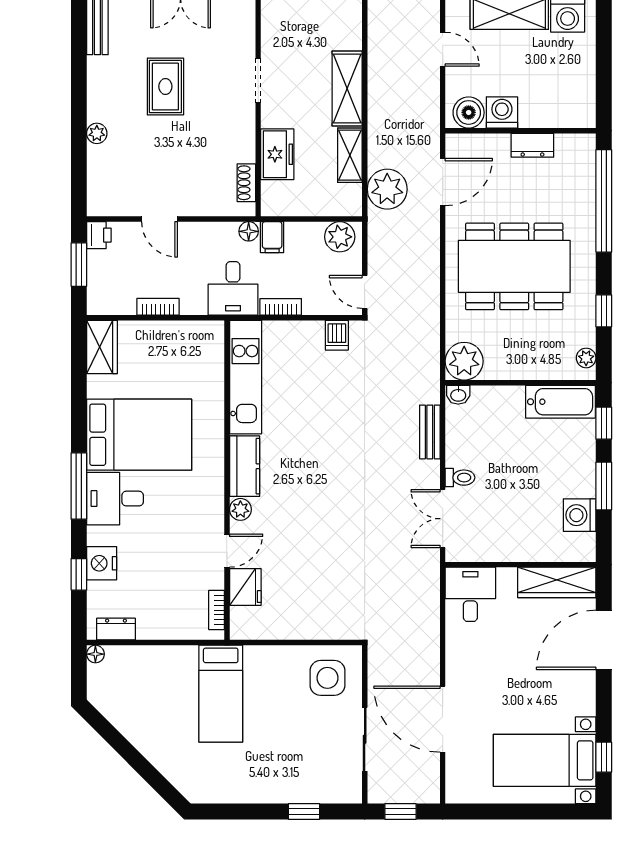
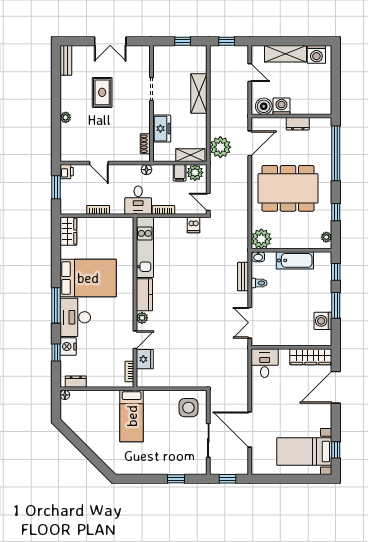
shelving: (350, 155) -> (190, 155), moved, turned 90
filing cabinet: (272, 237) -> (180, 173), moved
bathtub: (560, 402) -> (295, 260), moved
toilet: (460, 478) -> (259, 283), moved
desk: (115, 499) -> (75, 317), width x1.37

